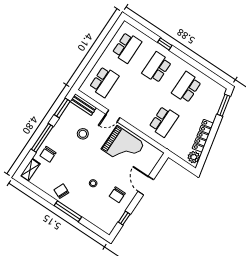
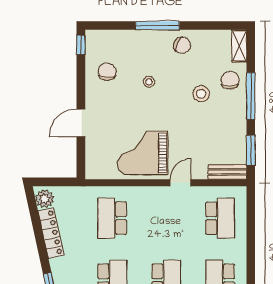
school desk: (104, 82) -> (220, 218), turned 180
stool: (83, 134) -> (201, 94), moved
door: (146, 186) -> (81, 123), swing flipped
chair: (117, 195) -> (107, 72), moved
window: (124, 218) -> (81, 45), moved

